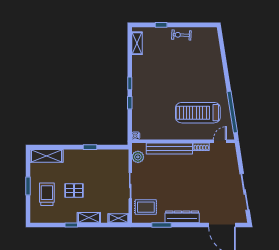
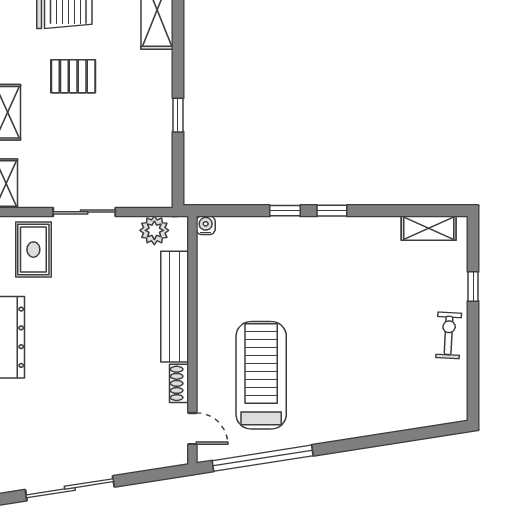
pallet: (74, 191) -> (73, 76), turned 90

